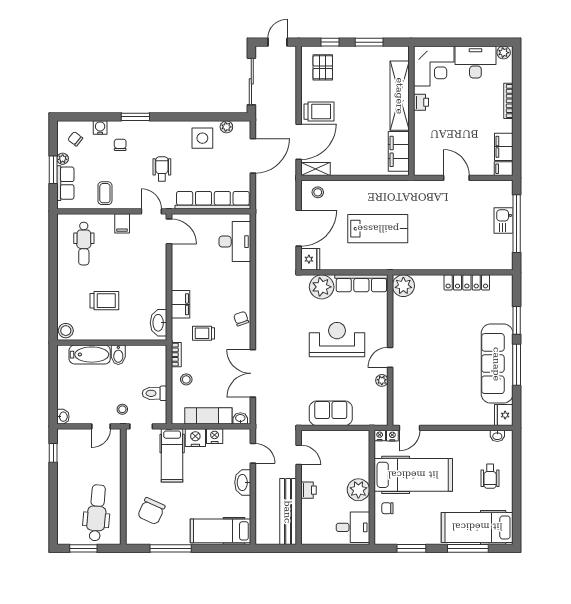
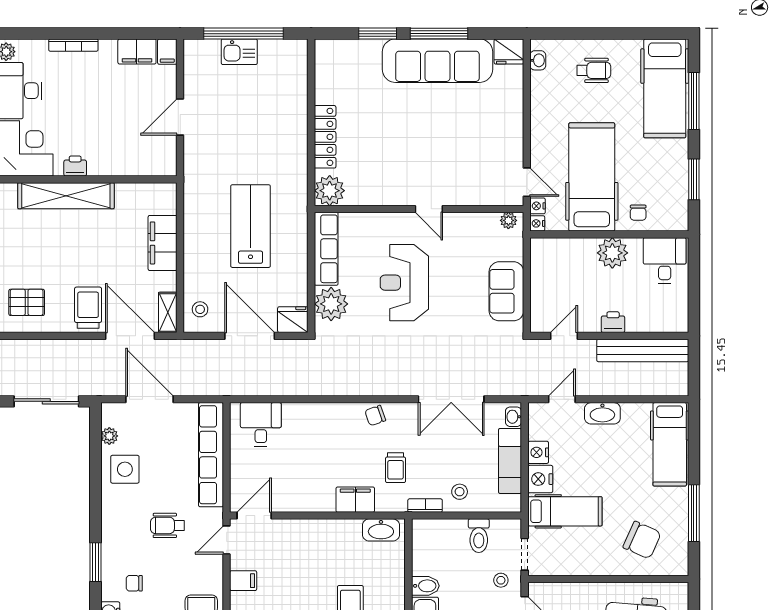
filing cabinet: (399, 151) -> (163, 243), moved, turned 90
desk: (235, 242) -> (261, 424), width x0.73
locker: (467, 282) -> (325, 137), moved
plant: (382, 380) -> (508, 220), moved

